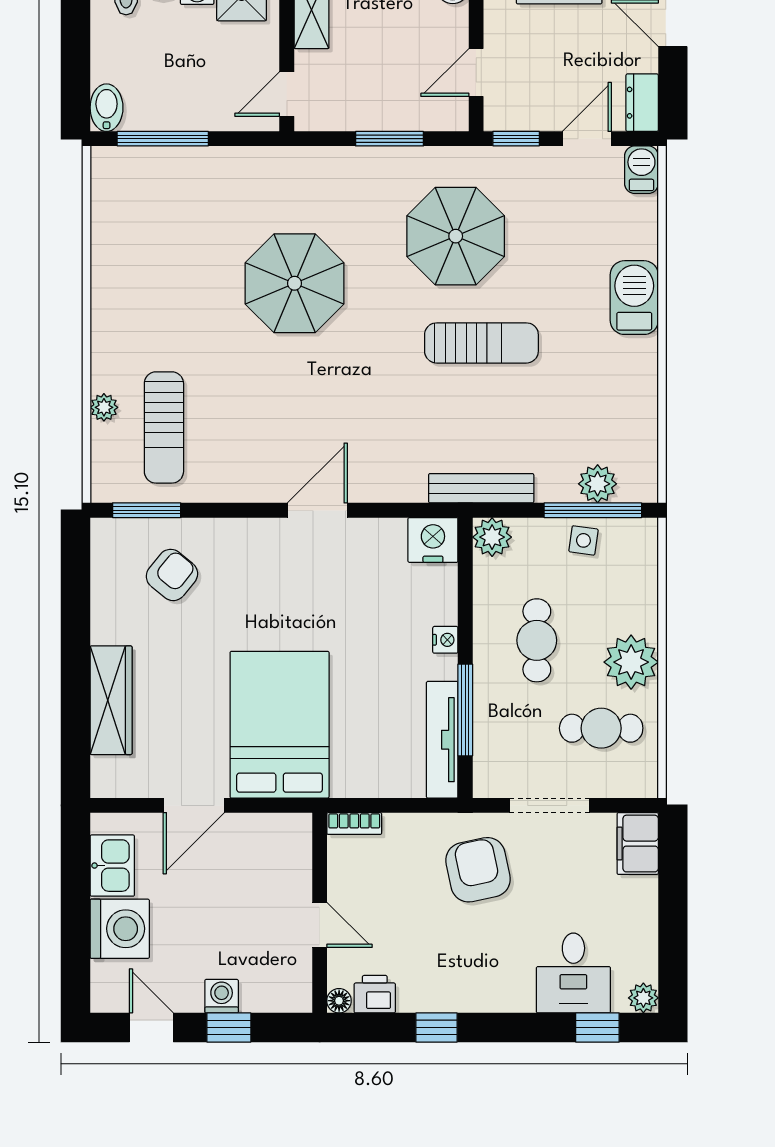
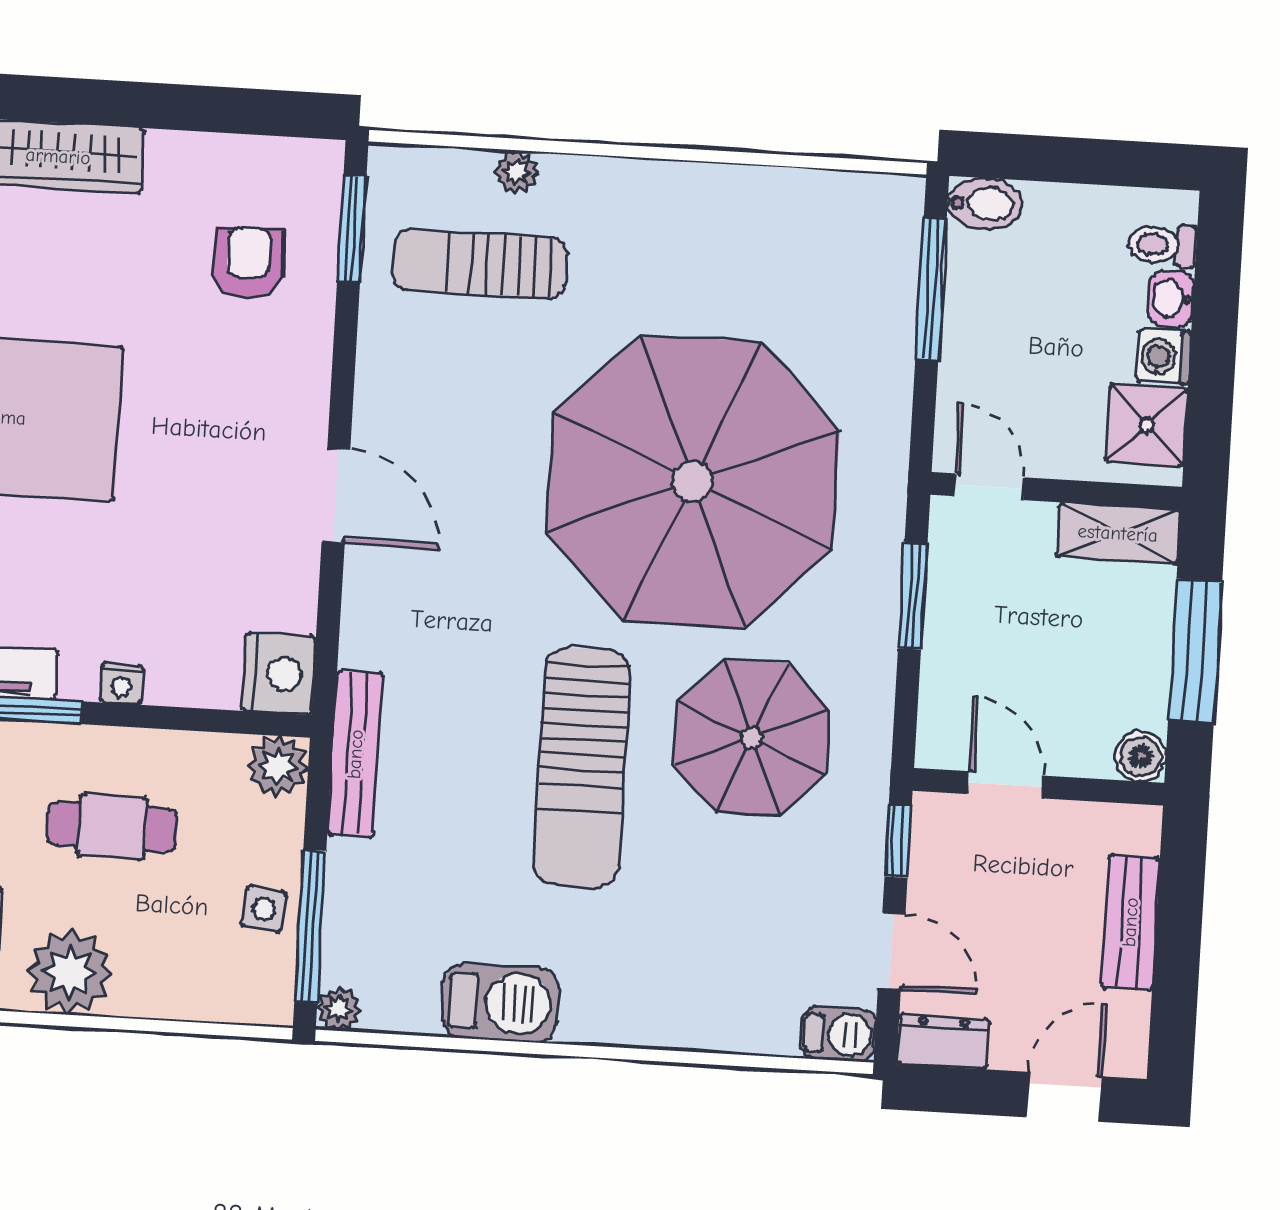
window: (389, 139) -> (913, 596), moved
parasol: (295, 283) -> (693, 481), width x1.86, depth x1.86
barbecue: (634, 298) -> (500, 1003), moved
sun lounger: (481, 343) -> (582, 768), width x1.36, depth x1.34
plant: (598, 484) -> (339, 1009), moved, width x0.73, depth x0.73
armchair: (172, 575) -> (248, 263), turned -129

